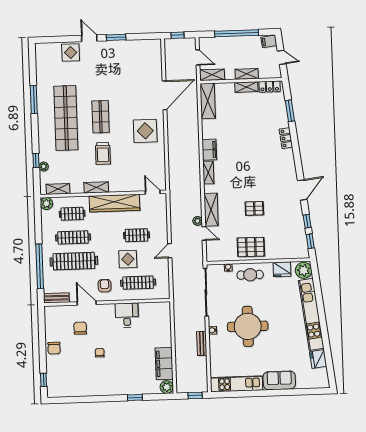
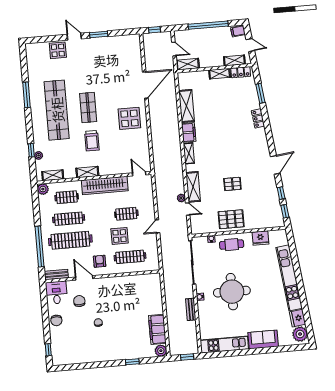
shelving: (247, 74) -> (234, 60), moved
shelving: (208, 101) -> (187, 106), moved
plant: (304, 270) -> (300, 334), moved
desk: (127, 315) -> (56, 293), moved

